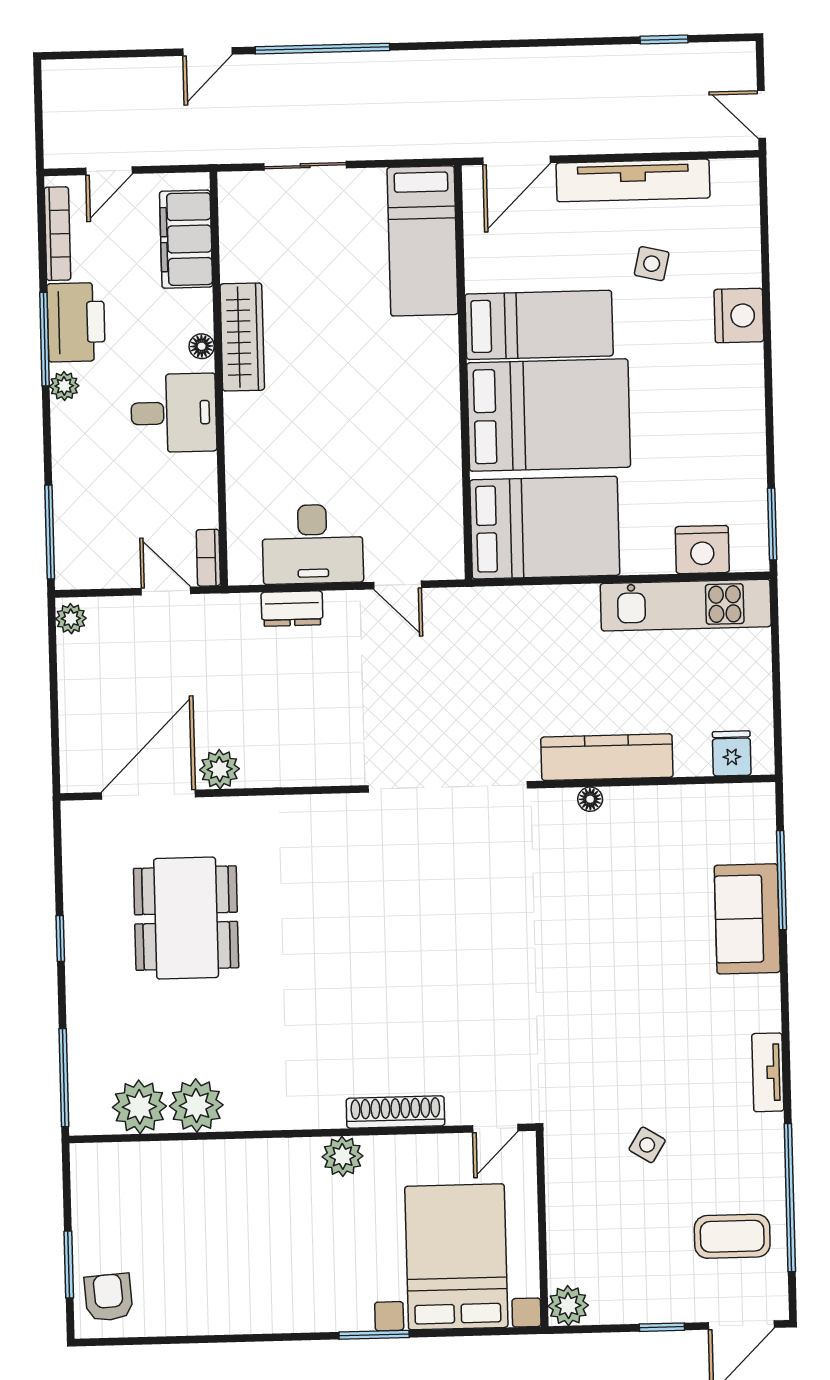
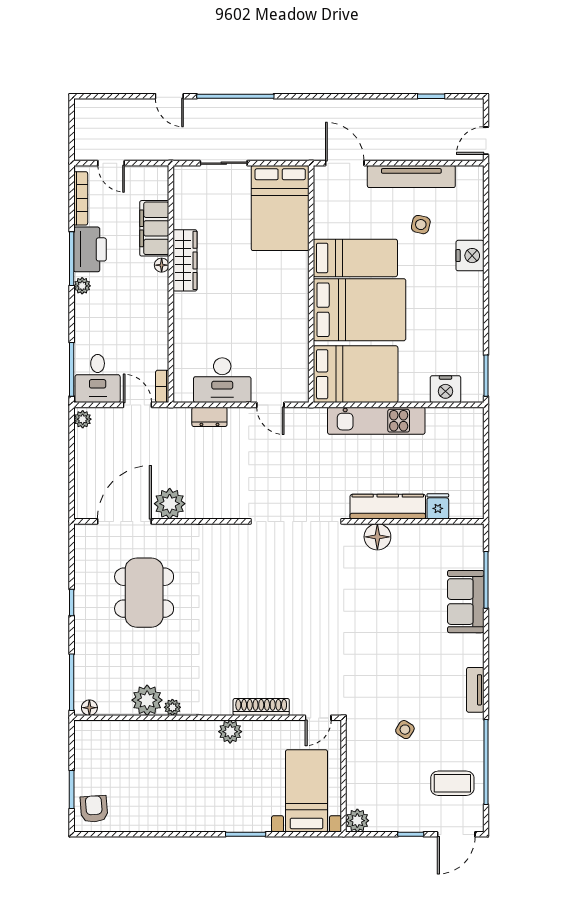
door: (207, 52) -> (169, 96), hinge flipped
door: (761, 114) -> (486, 141), hinge flipped
door: (516, 160) -> (345, 163), swing flipped
door: (109, 171) -> (111, 163), hinge flipped
filing cabinet: (186, 239) -> (154, 228), moved
bed: (423, 241) -> (280, 208), width x1.50
desk: (174, 413) -> (98, 378), moved, turned 90
kitchen unit: (686, 605) -> (376, 421), moved
fridge: (732, 753) -> (438, 506), moved
plant: (220, 769) -> (170, 504), width x1.36, depth x1.36
floor lamp: (590, 799) -> (377, 537), width x1.89, depth x1.89
plant: (139, 1107) -> (172, 707), moved, width x0.53, depth x0.53
floor lamp: (96, 1121) -> (89, 708), added
bed with nightstands: (456, 1257) -> (306, 791), width x0.73

